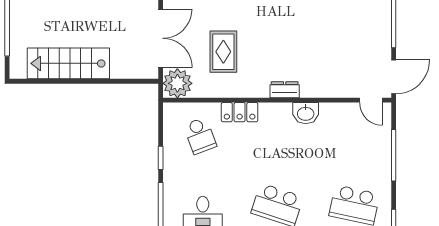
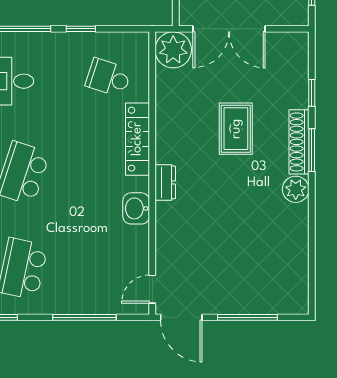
rug: (223, 52) -> (236, 129), moved, turned 90
locker: (240, 112) -> (137, 139), width x1.53
school desk: (200, 136) -> (108, 78), turned 39

